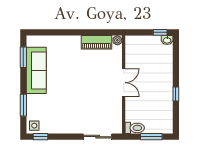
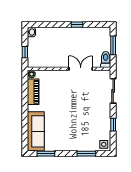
window: (160, 32) -> (25, 52), moved
sofa: (36, 70) -> (36, 131), moved, turned 90
double door: (124, 83) -> (81, 69), moved
window: (40, 137) -> (113, 125), moved

